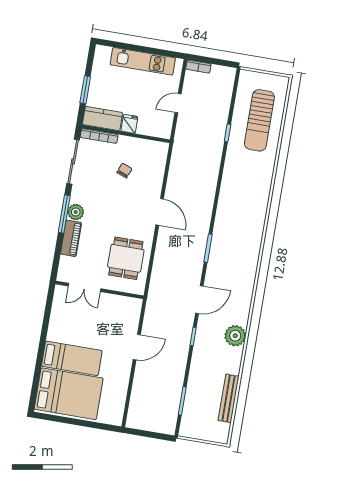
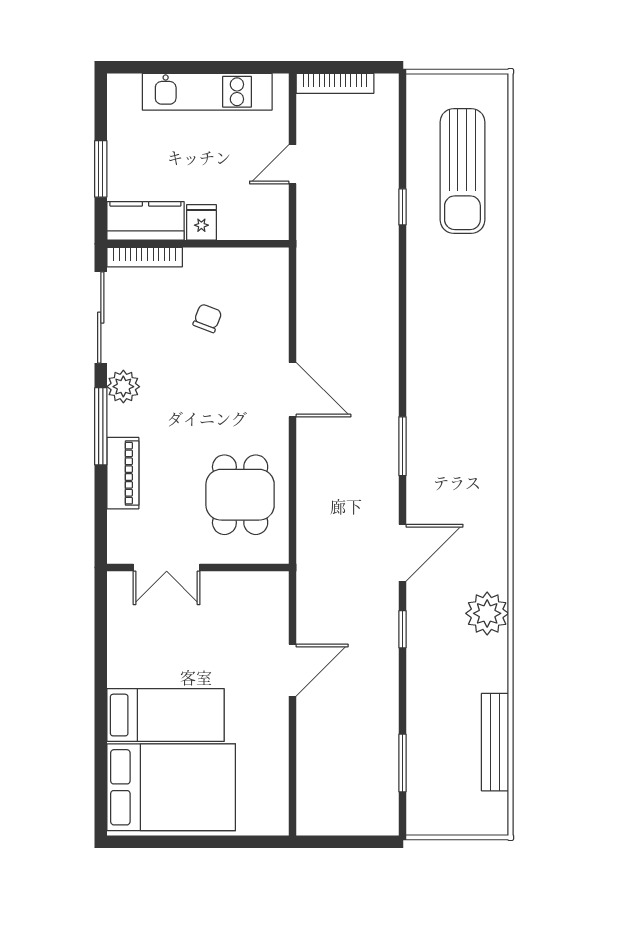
bookcase: (198, 67) -> (335, 83), width x1.56
plant: (76, 212) -> (123, 387), moved

